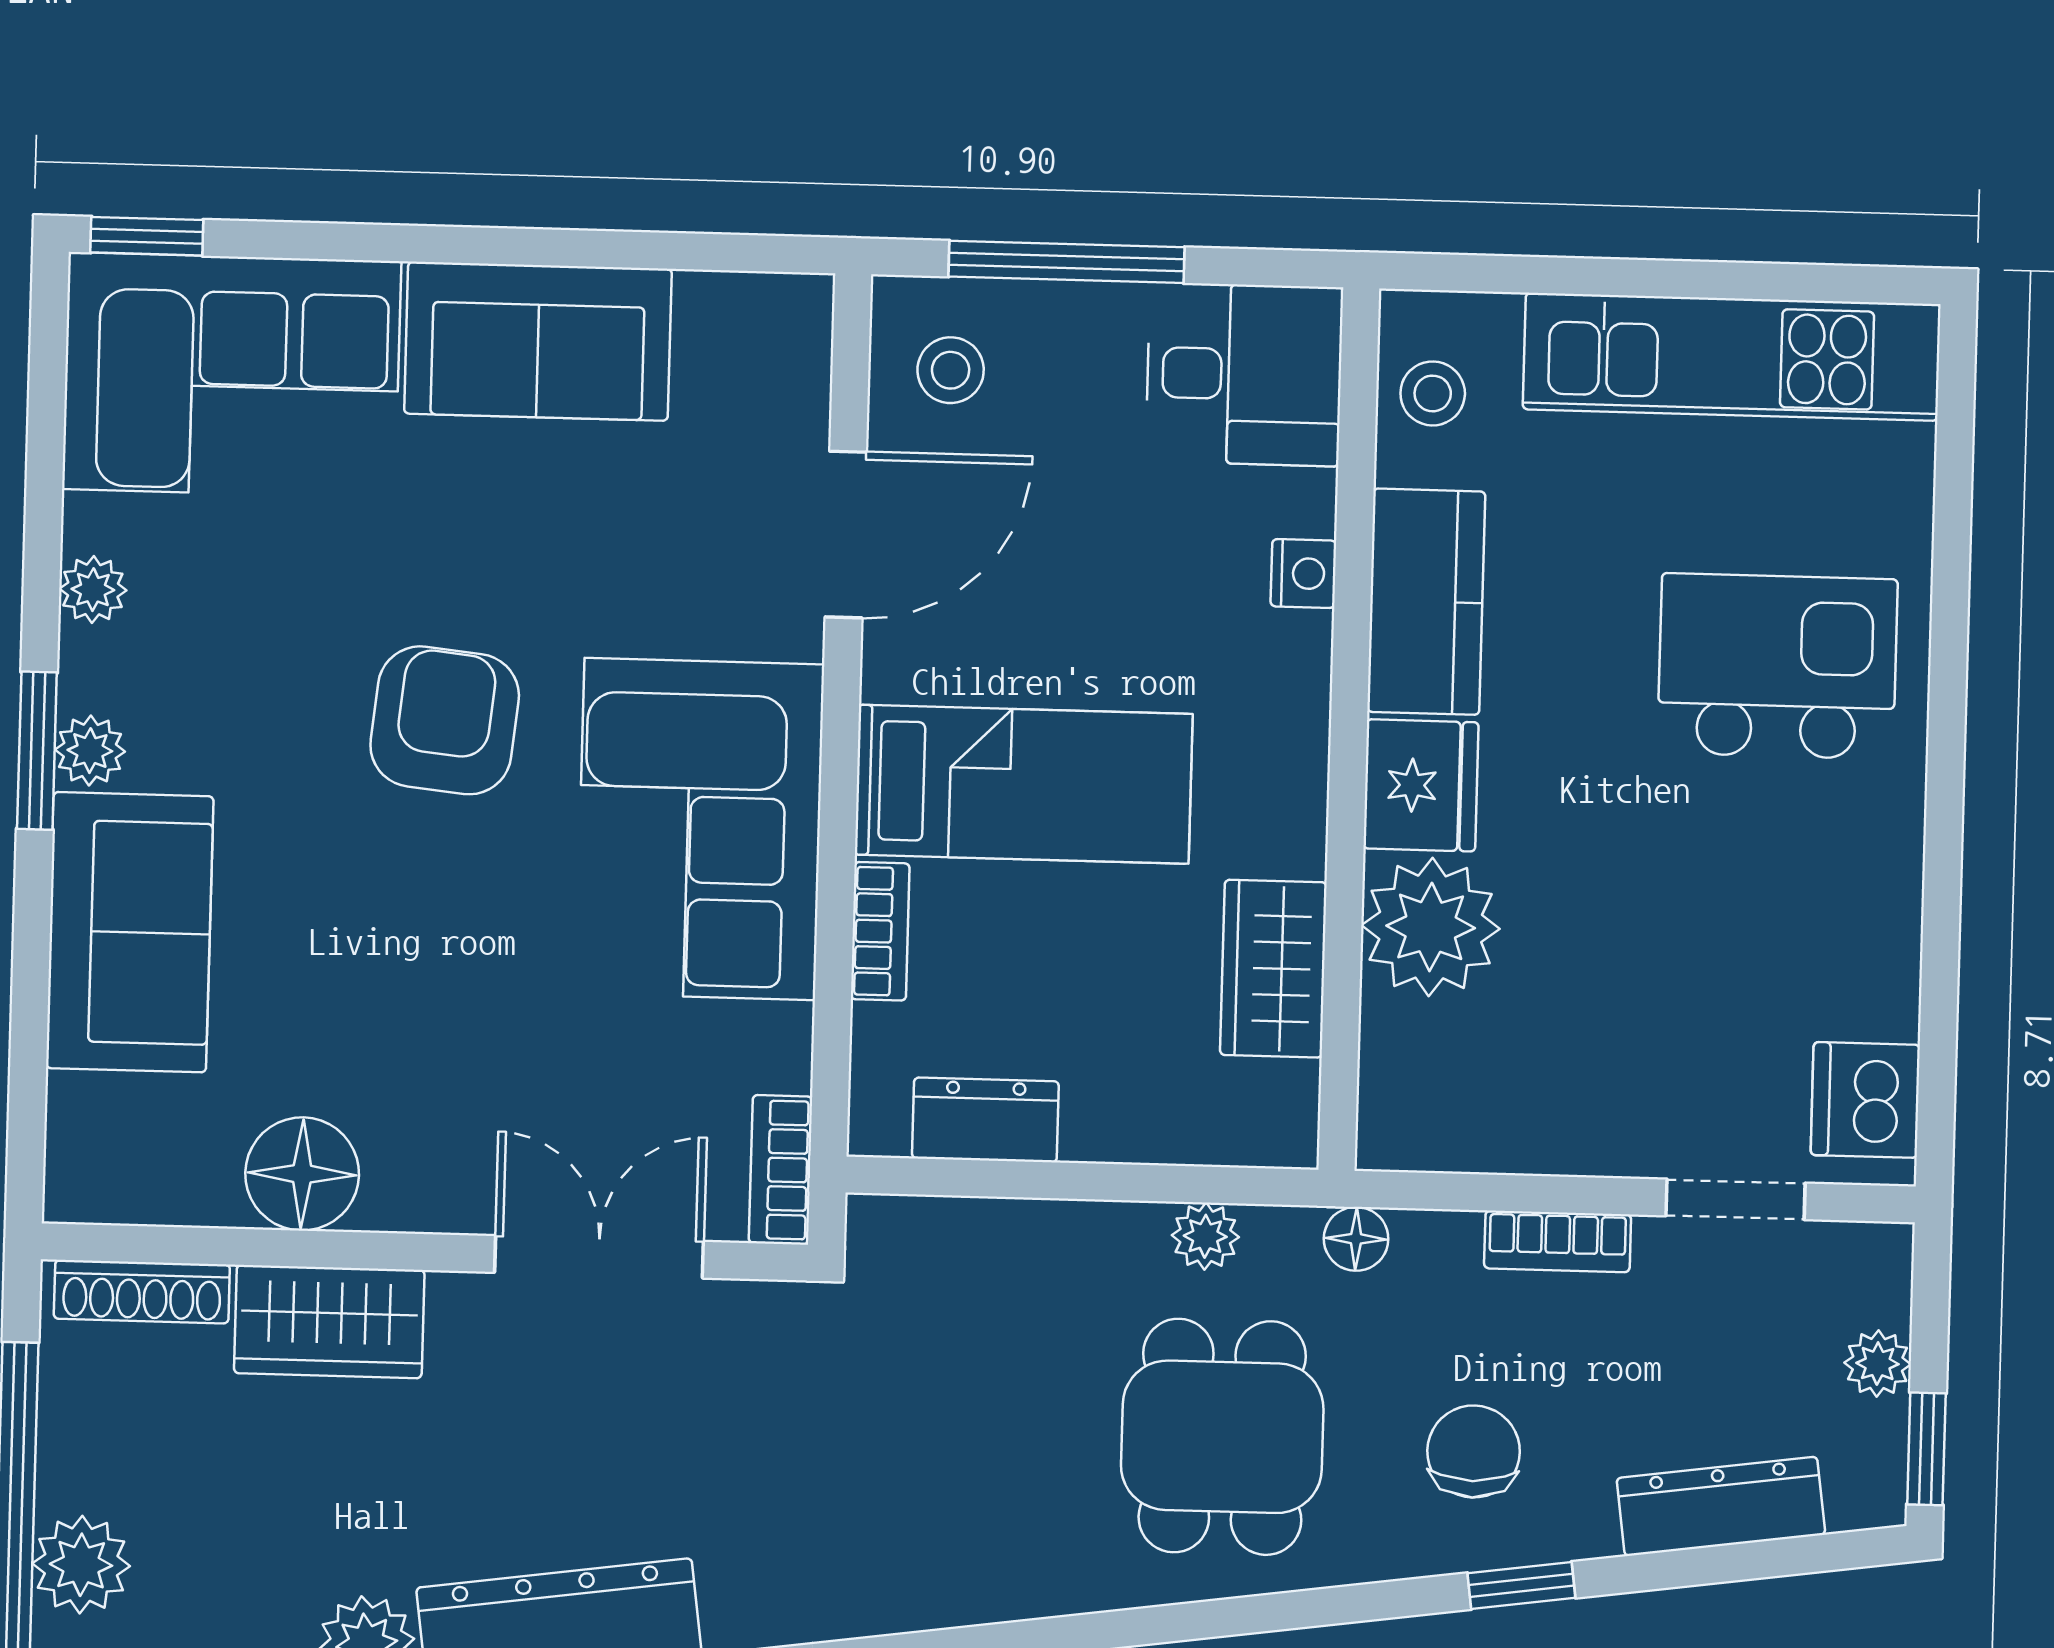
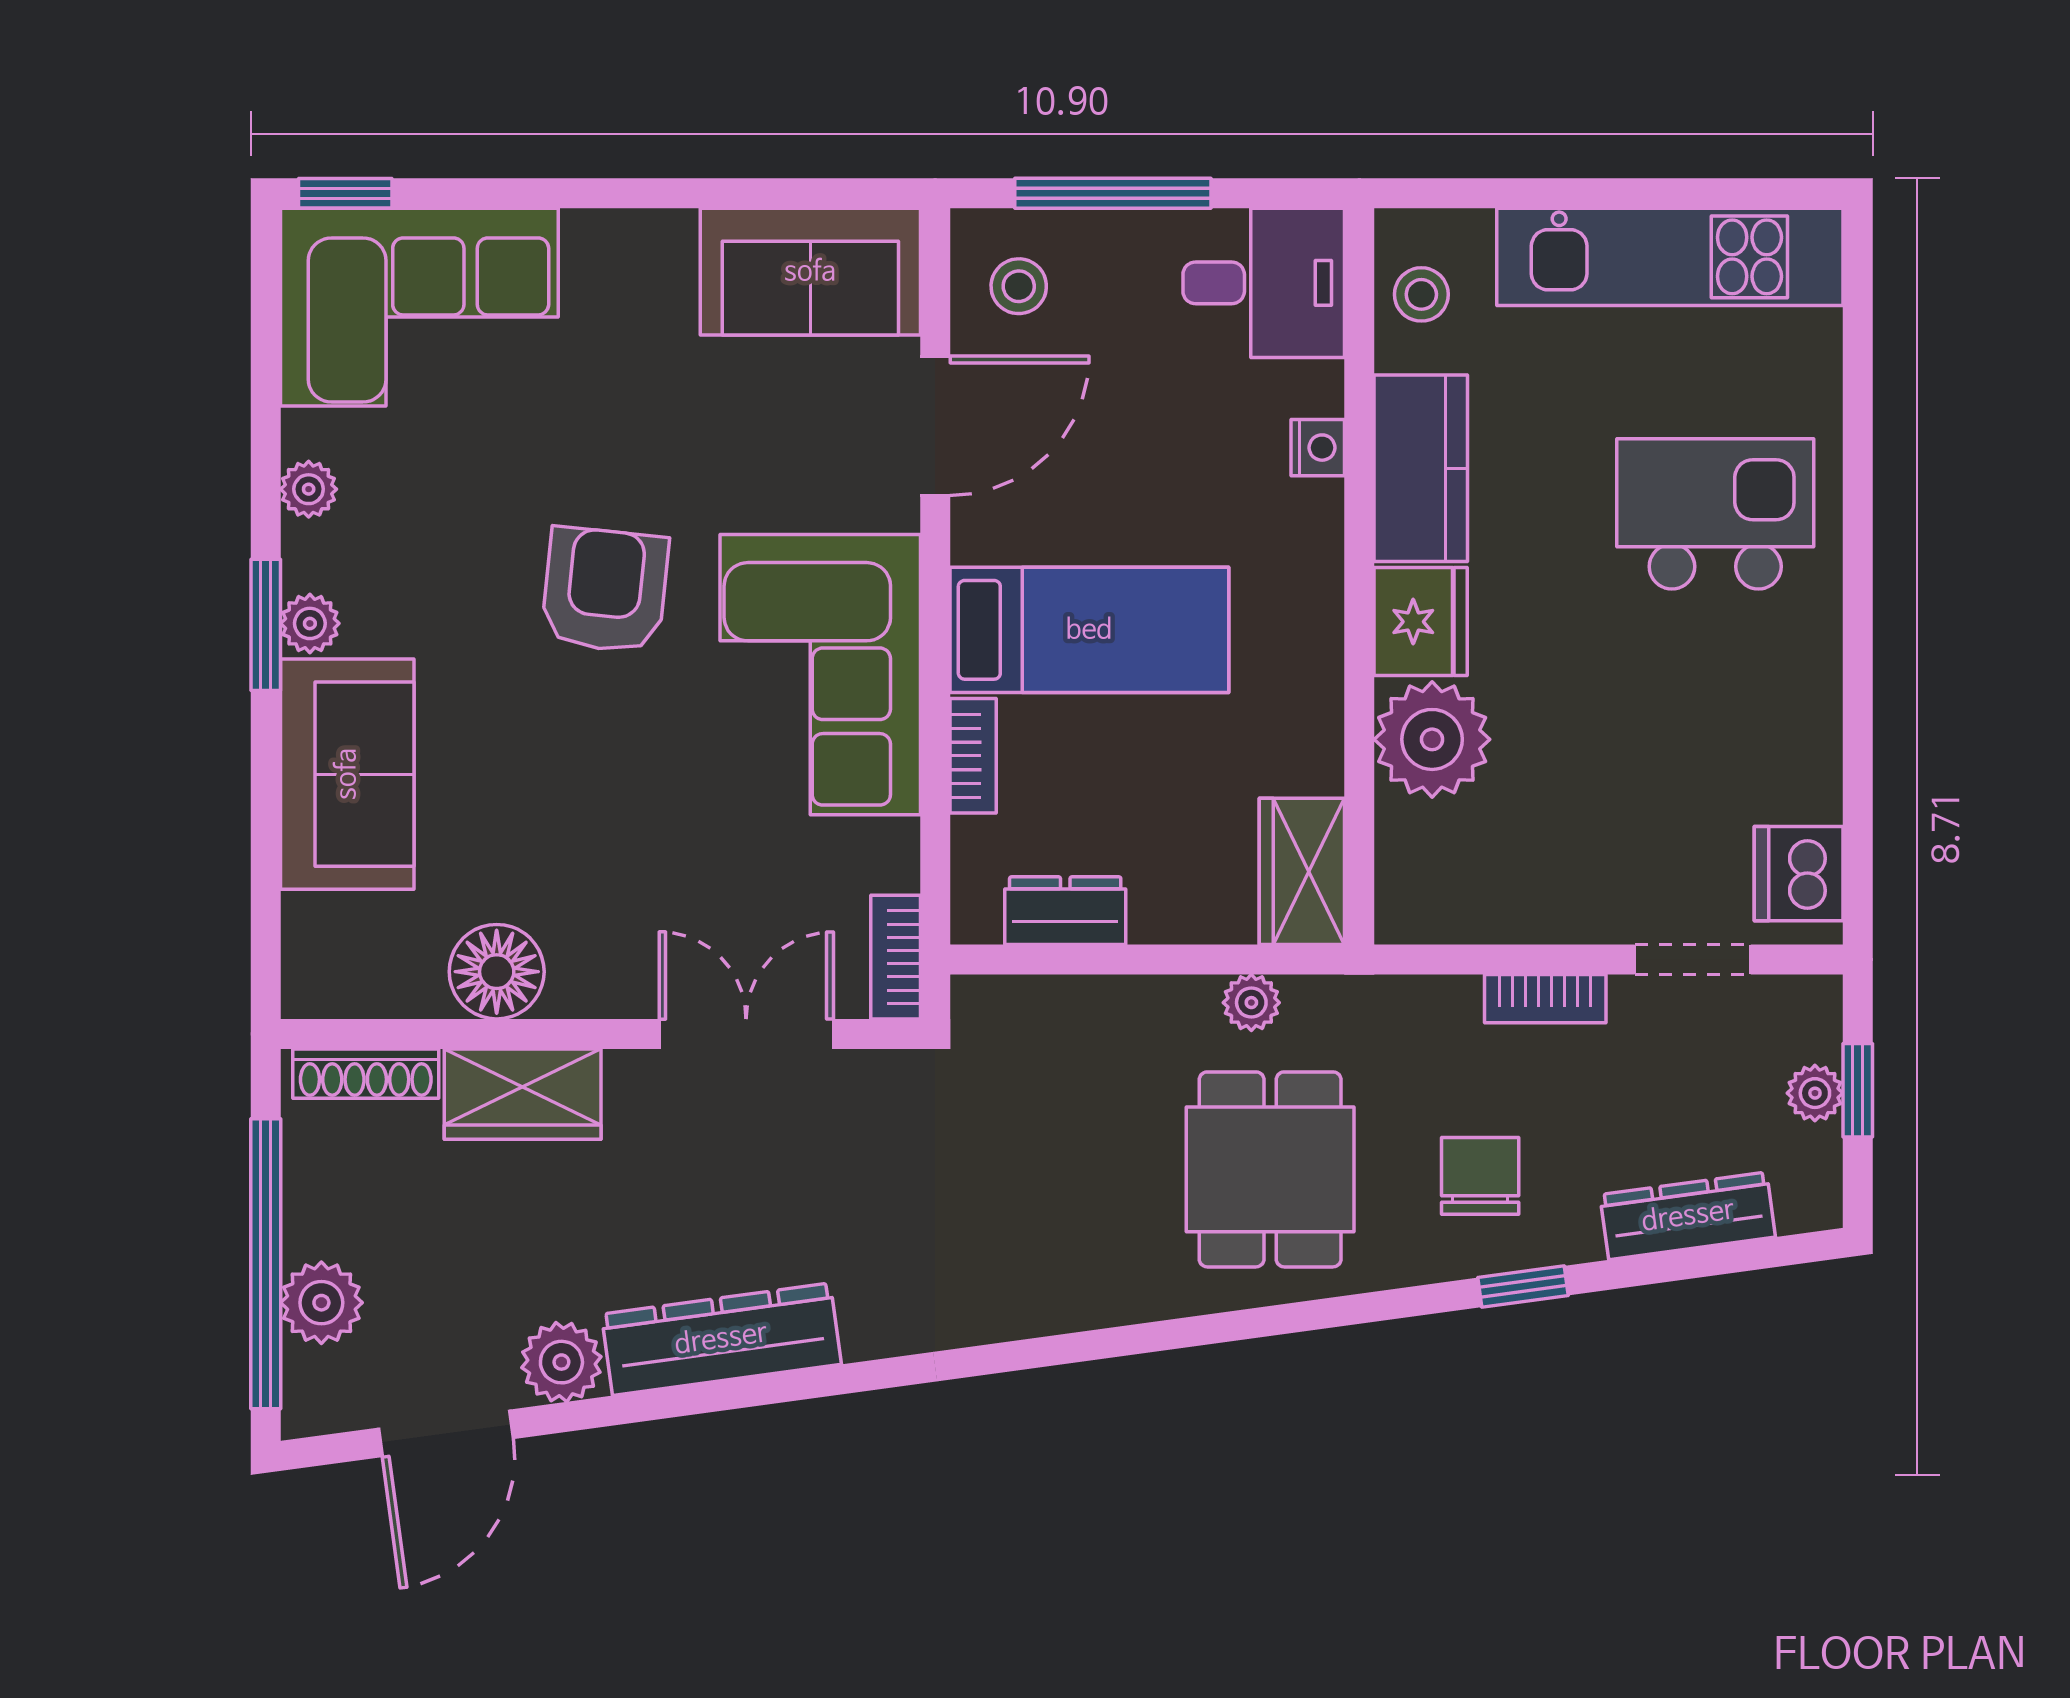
sofa: (538, 341) -> (810, 272), moved
wardrobe: (1273, 969) -> (1302, 871), moved
floor lamp: (1356, 1239) -> (1377, 1001), removed
window: (1926, 1449) -> (1858, 1090), moved

